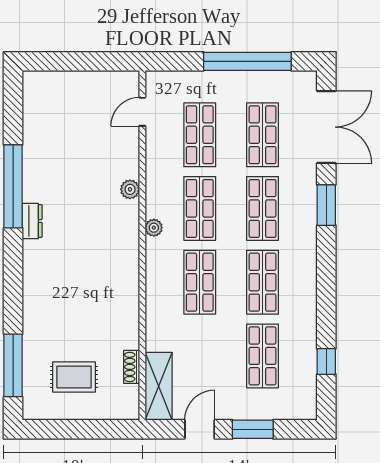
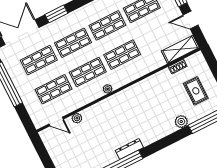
plant: (130, 189) -> (77, 118), moved
dresser: (32, 221) -> (129, 149), width x1.44
plant: (34, 326) -> (181, 122), added

